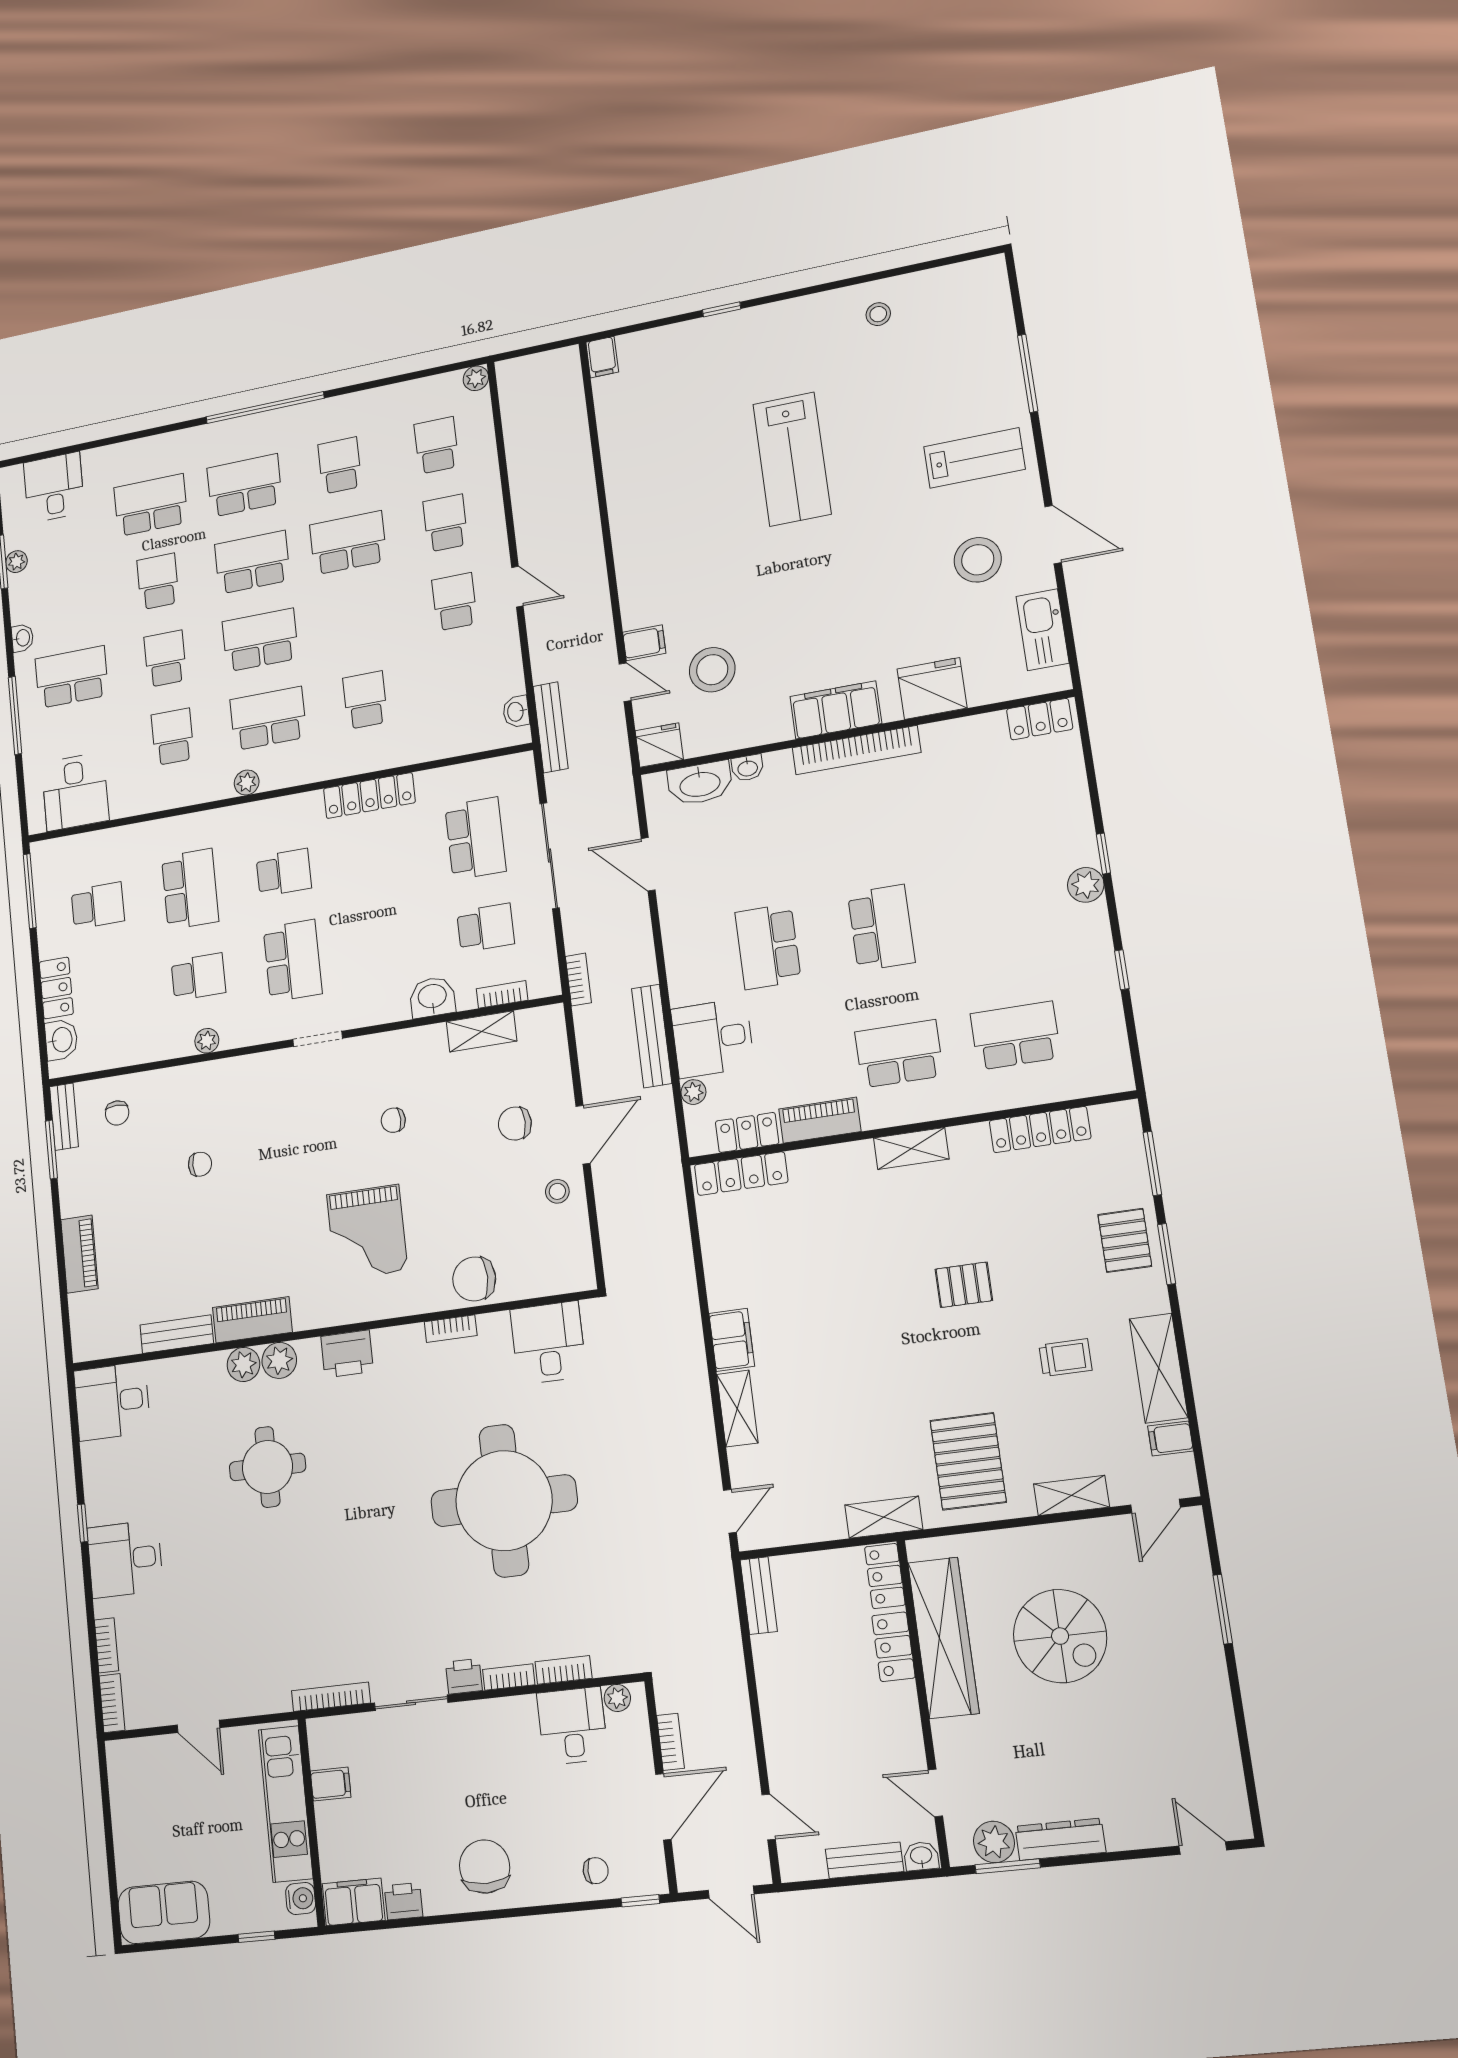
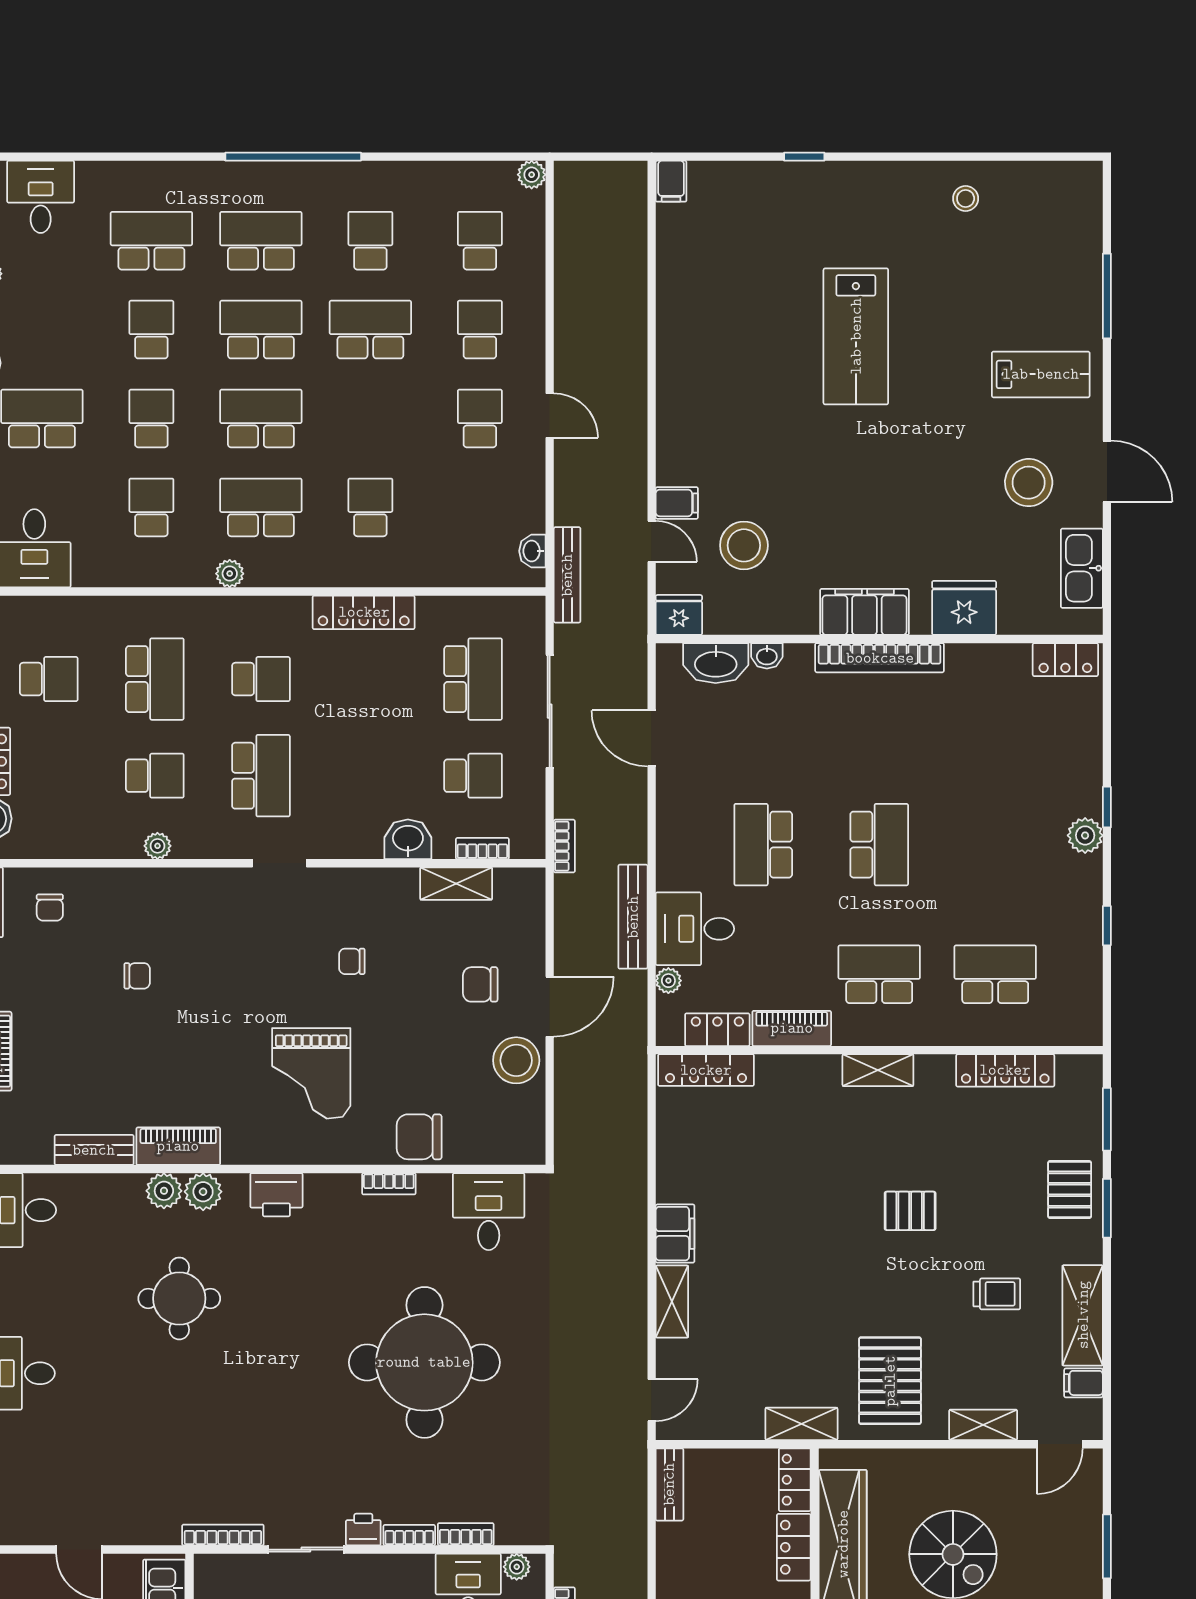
stool: (557, 1191) -> (516, 1060), width x1.89, depth x1.89

